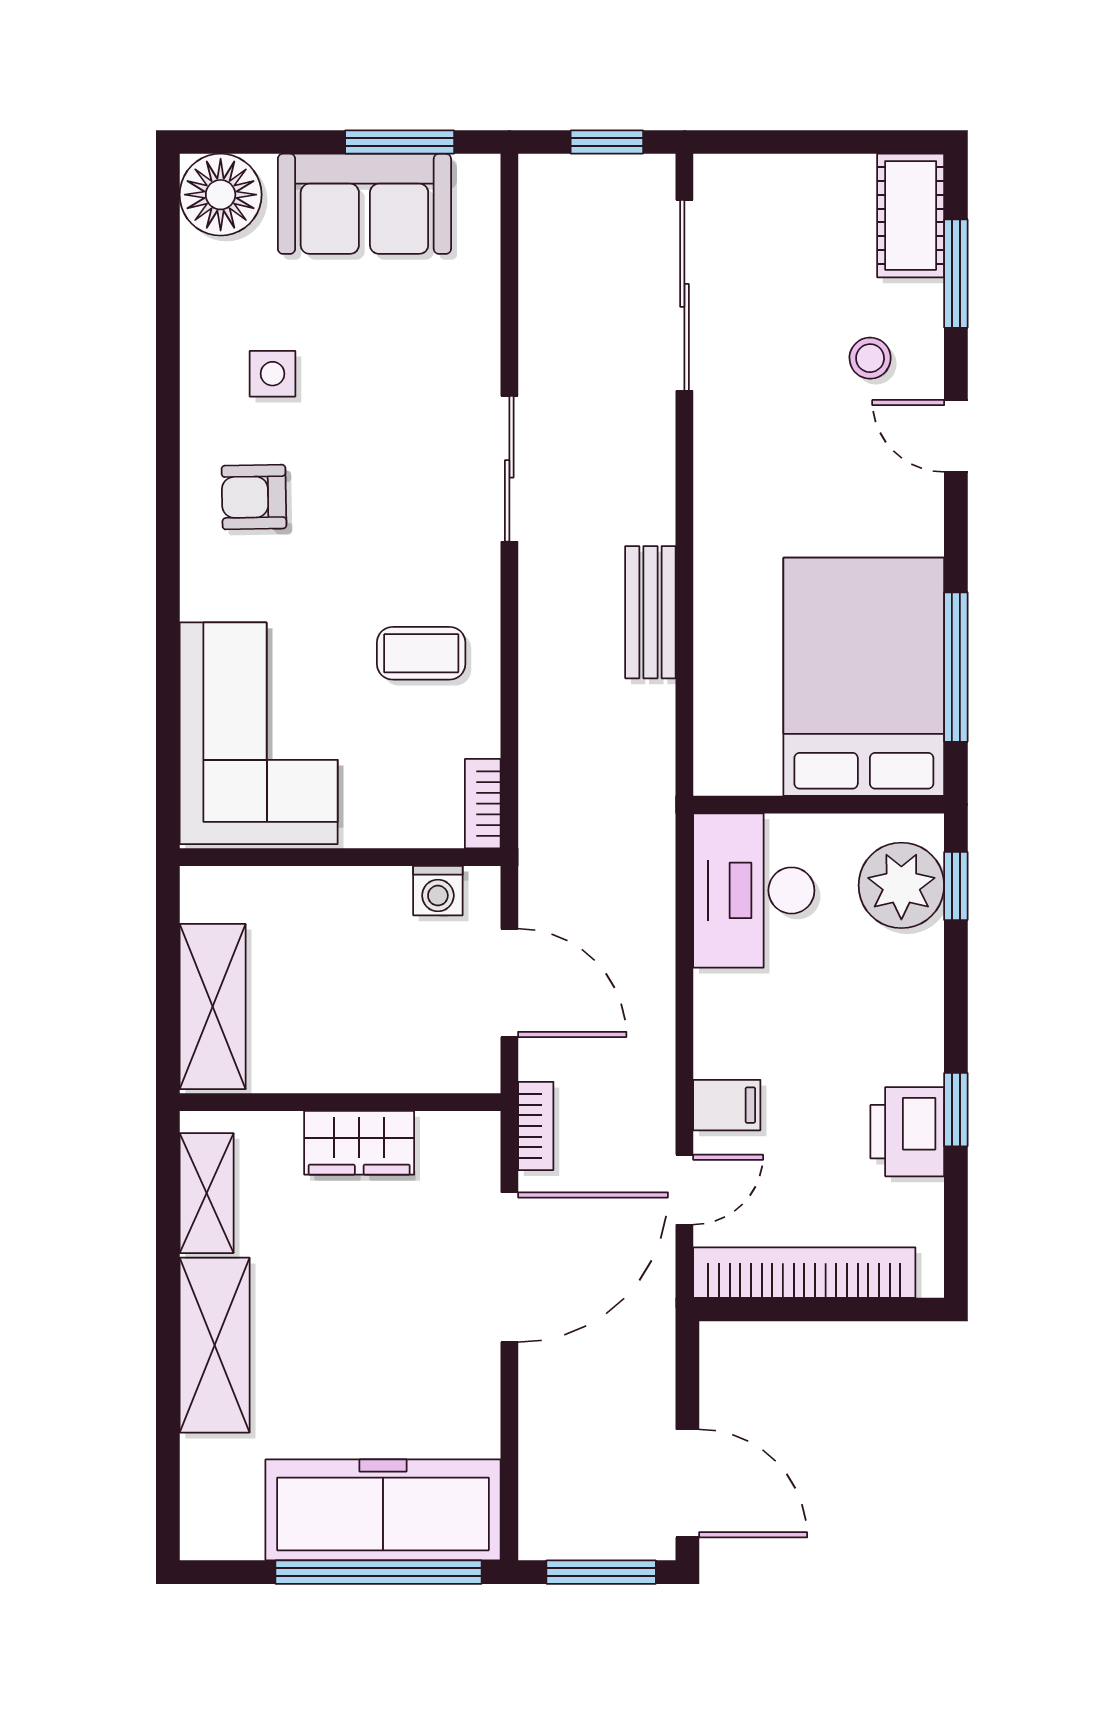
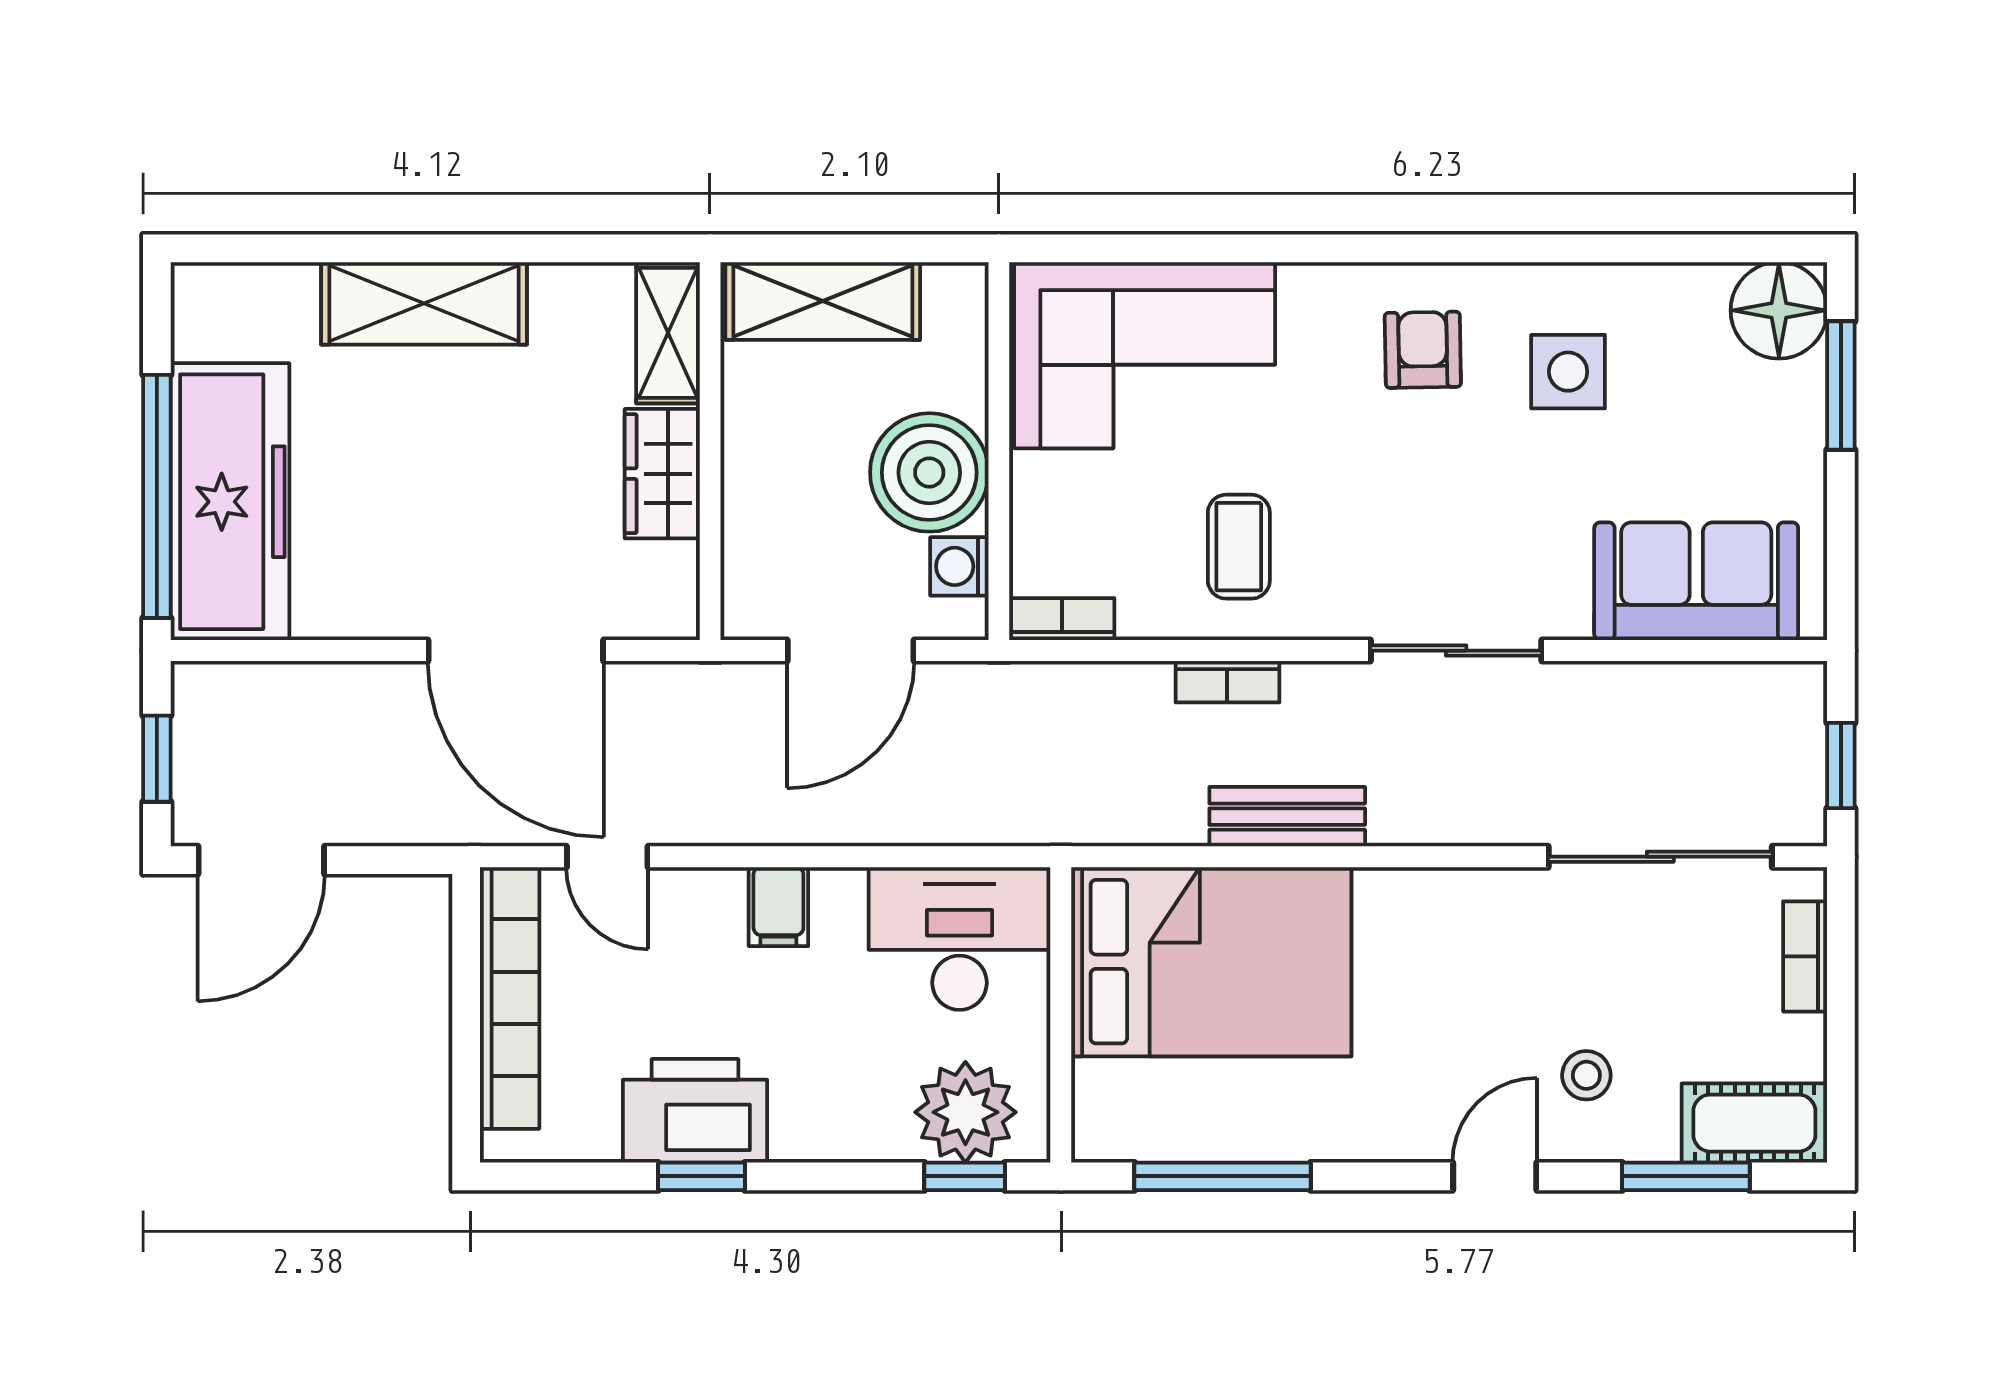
window: (400, 142) -> (1841, 385), moved
bookcase: (769, 172) -> (1805, 956), added
sofa: (364, 204) -> (1696, 581), moved, turned 90
side table: (273, 374) -> (1568, 372), width x1.37, depth x1.37
bed: (864, 677) -> (1211, 962), moved
boiler: (358, 916) -> (929, 472), added
filing cabinet: (727, 1105) -> (778, 907), moved
bookcase: (536, 1126) -> (1227, 682), moved
printer: (907, 1132) -> (695, 1111), width x1.37, depth x1.19
shelving: (207, 1193) -> (668, 333), moved, turned 90
window: (601, 1572) -> (157, 759), width x0.67

